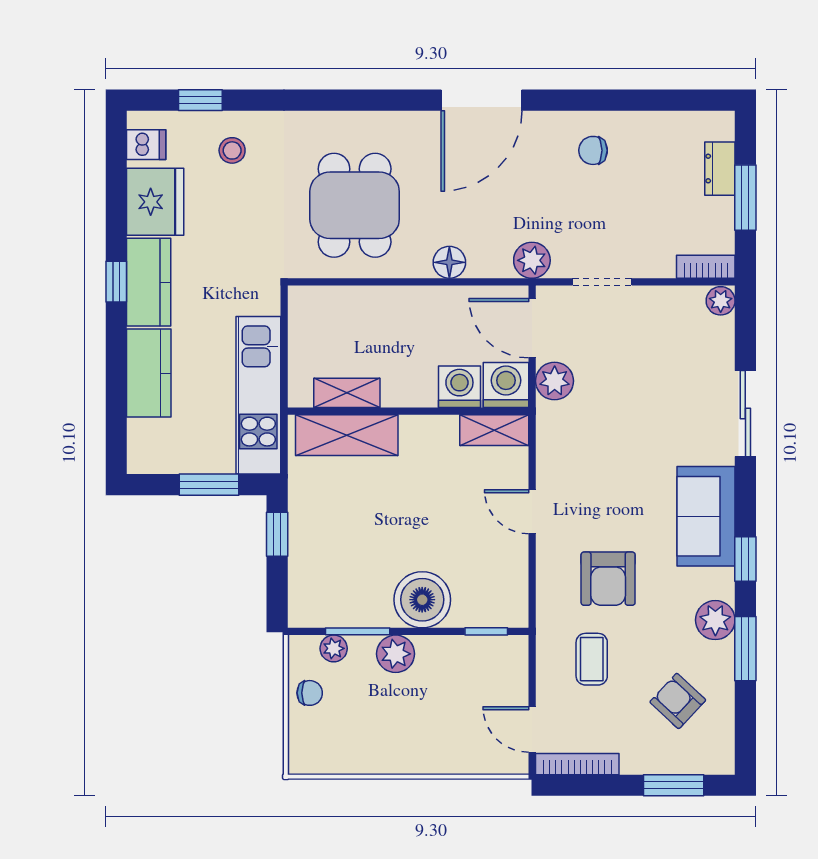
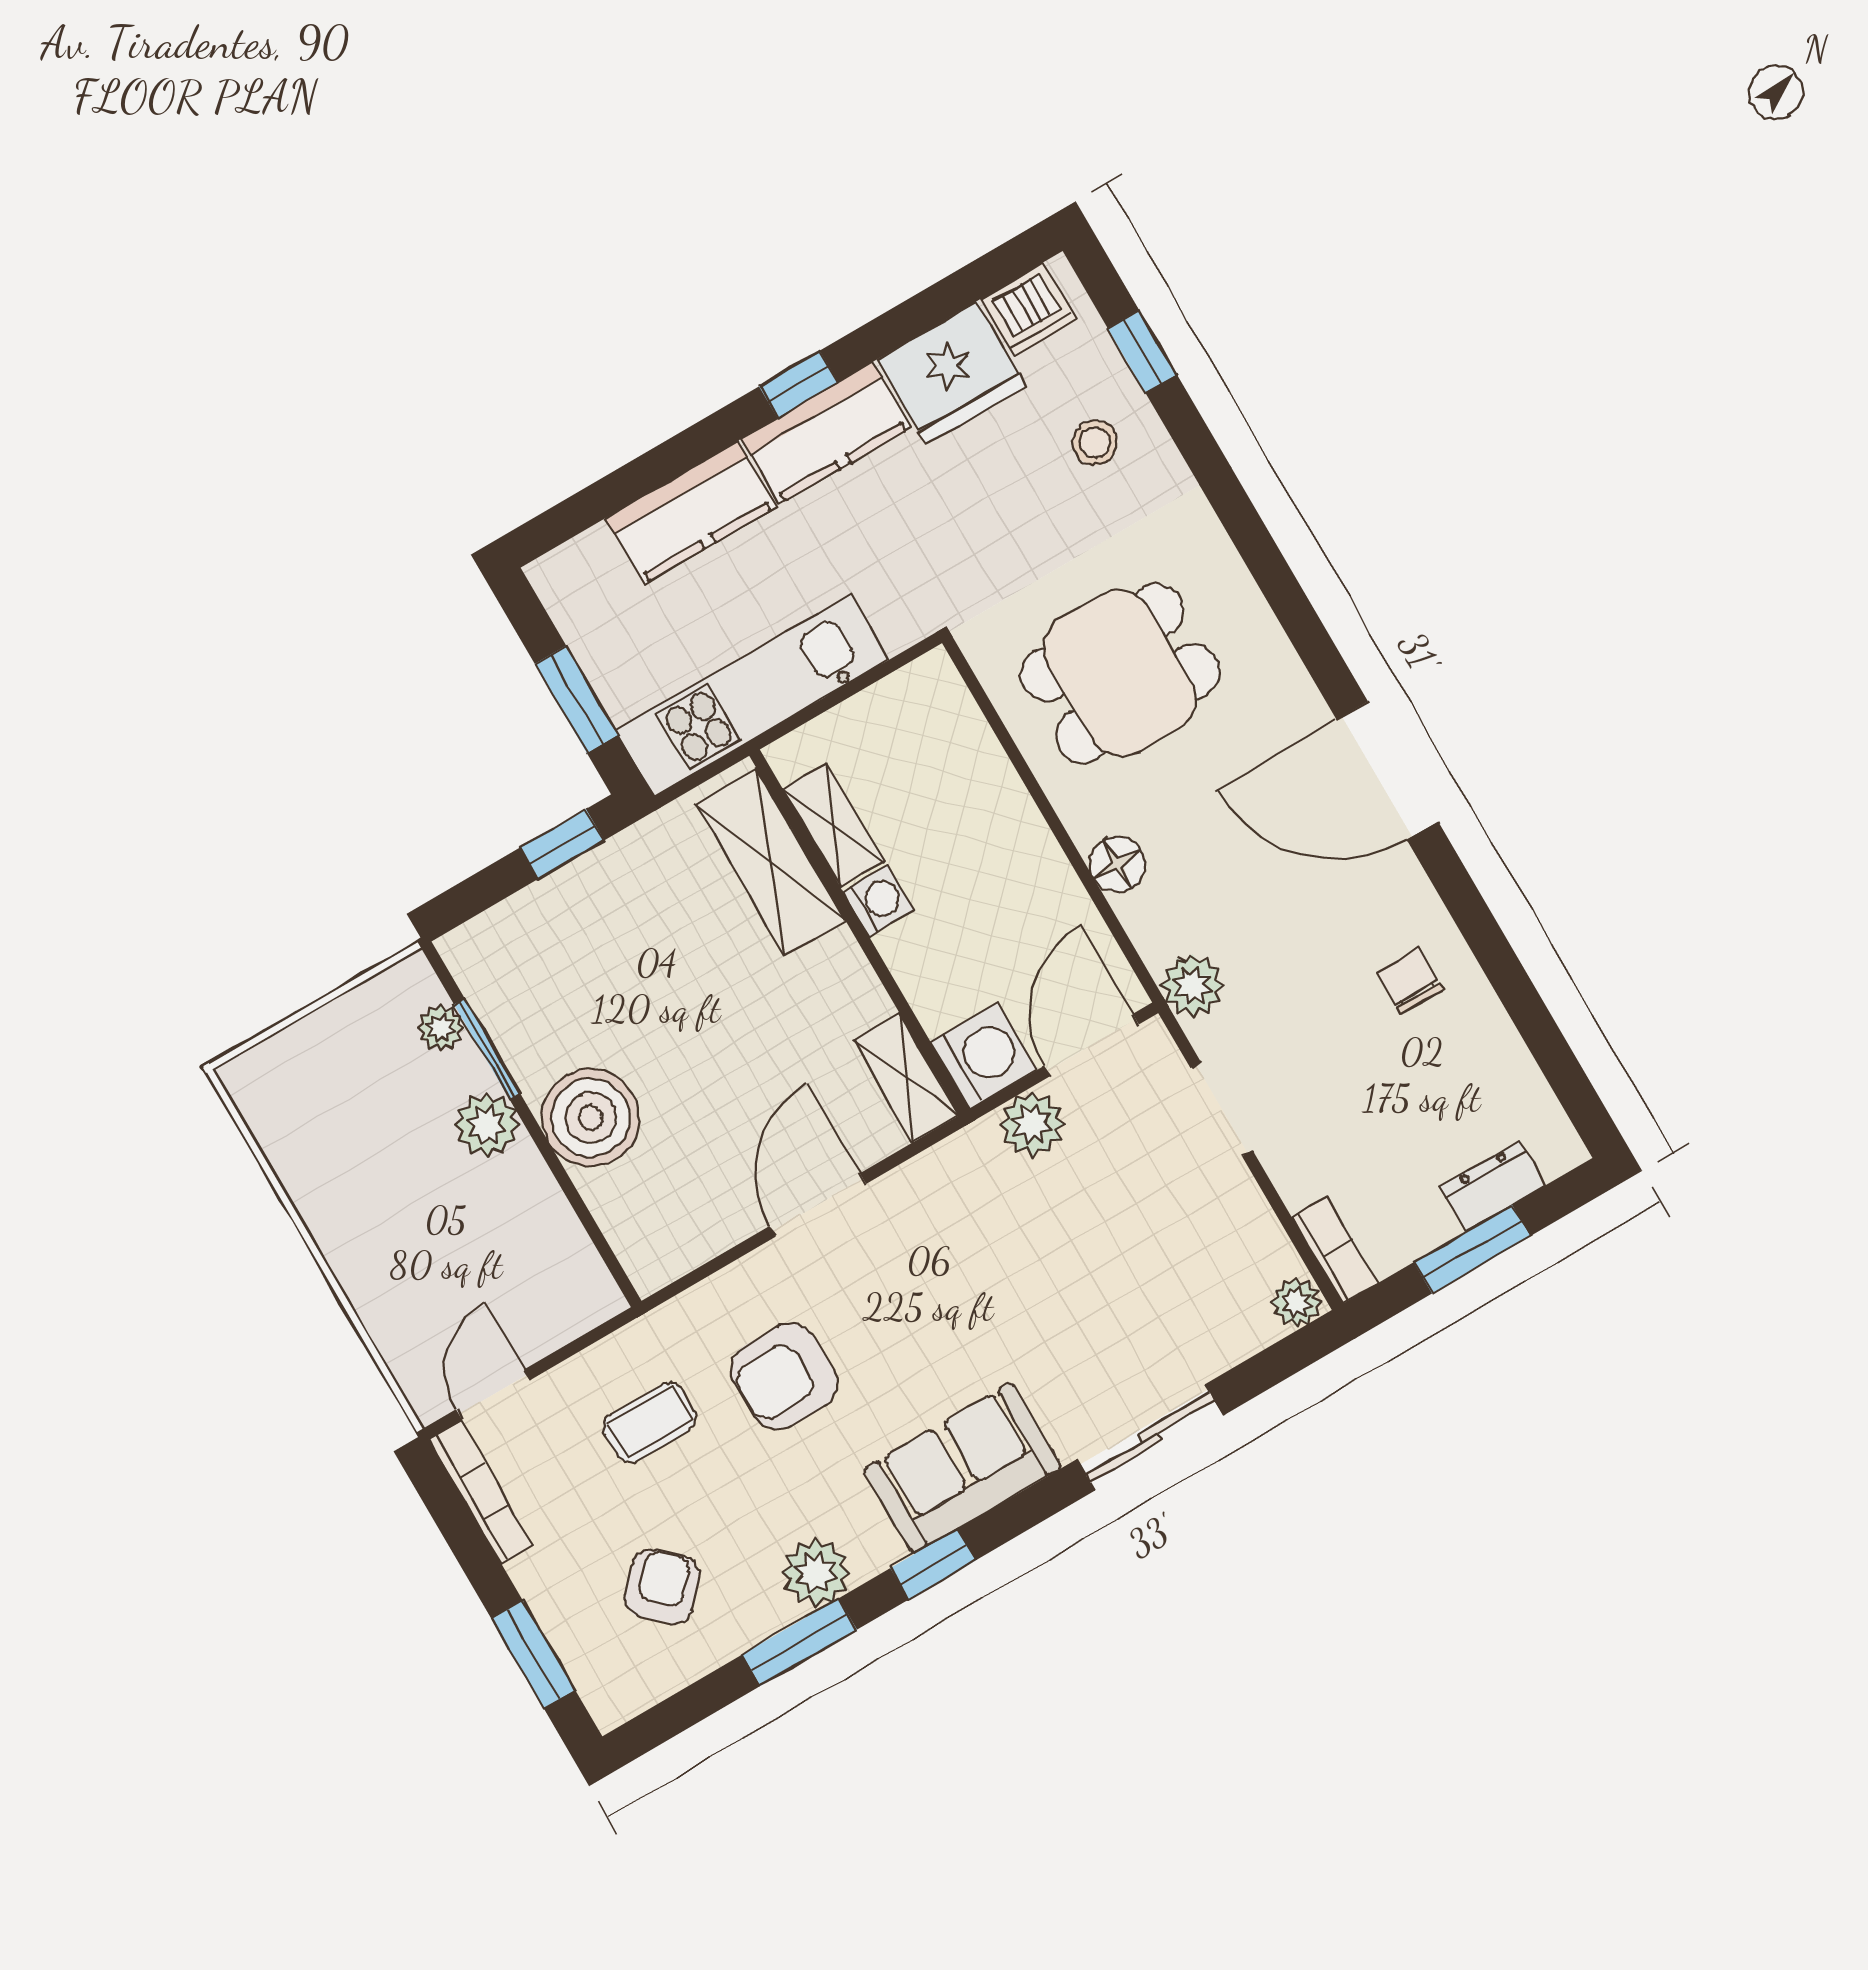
dishwasher: (146, 145) -> (1029, 309), width x1.38
washing machine: (459, 387) -> (878, 901), moved, width x0.73, depth x0.73
door: (532, 512) -> (818, 1205), width x1.38
window: (486, 631) -> (599, 1241), removed
chair: (310, 693) -> (354, 1031), removed

